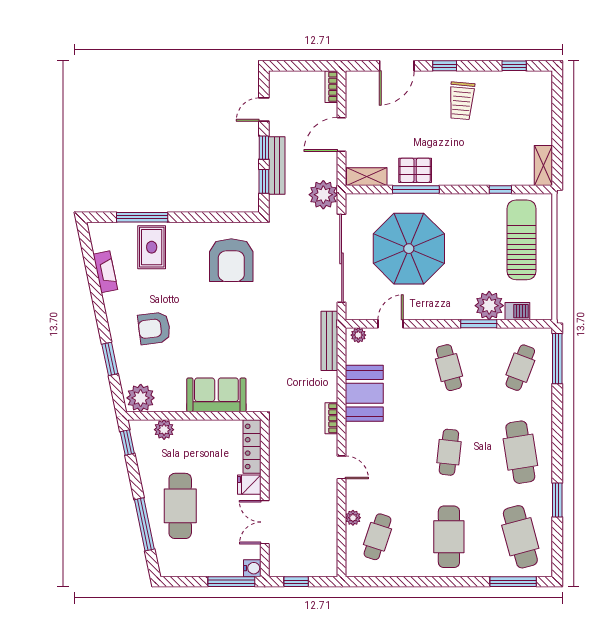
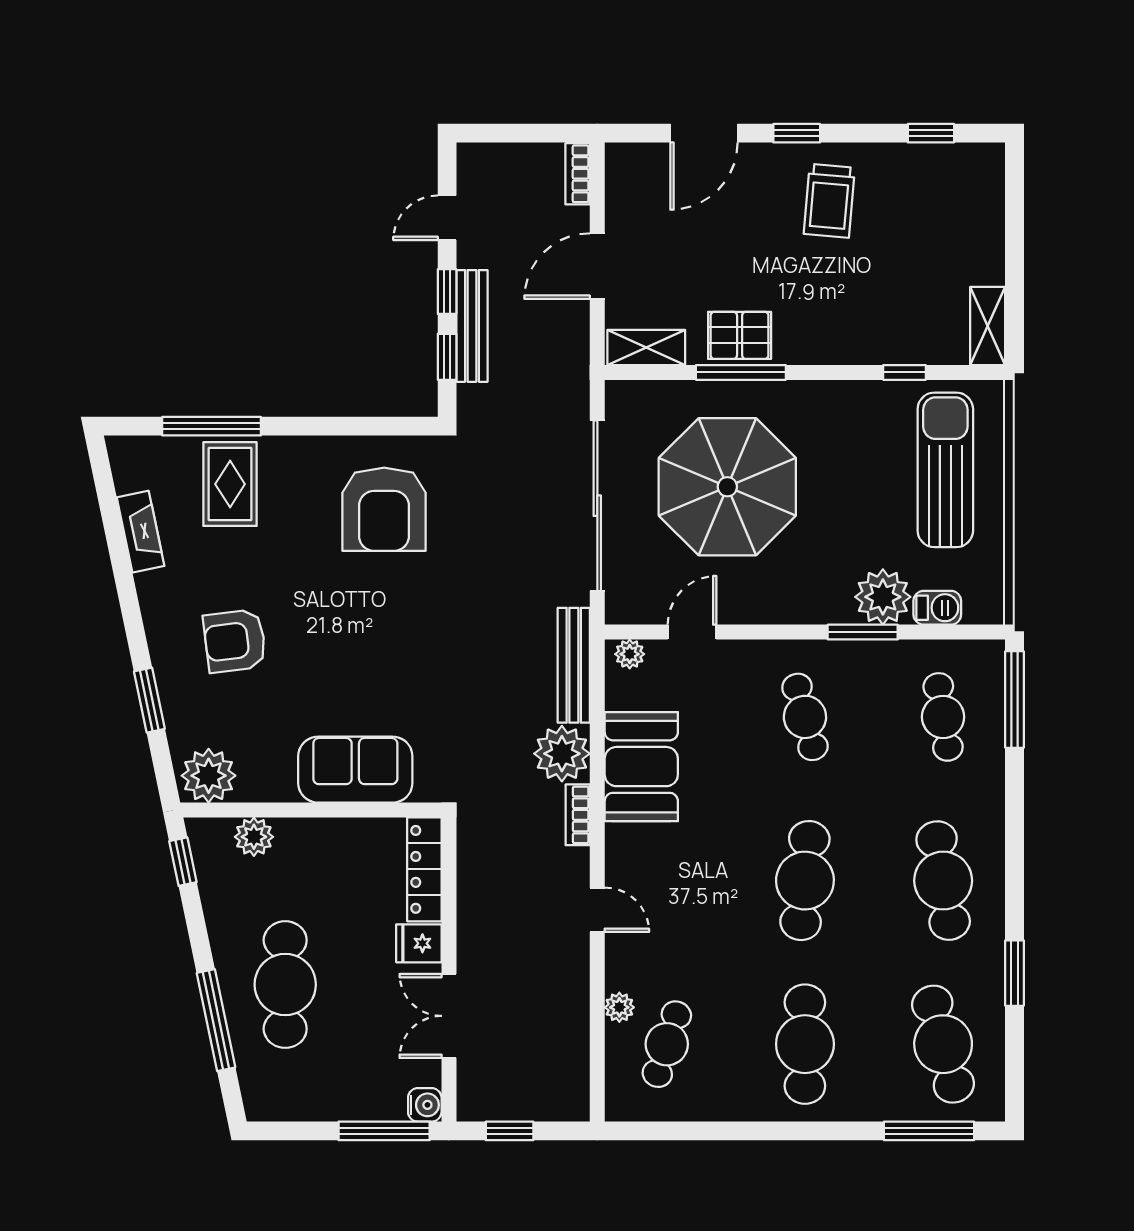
plant: (323, 195) -> (562, 754), moved
cafe table: (520, 368) -> (943, 717), turned -30
cafe table: (449, 452) -> (805, 881), width x1.37, depth x1.35

